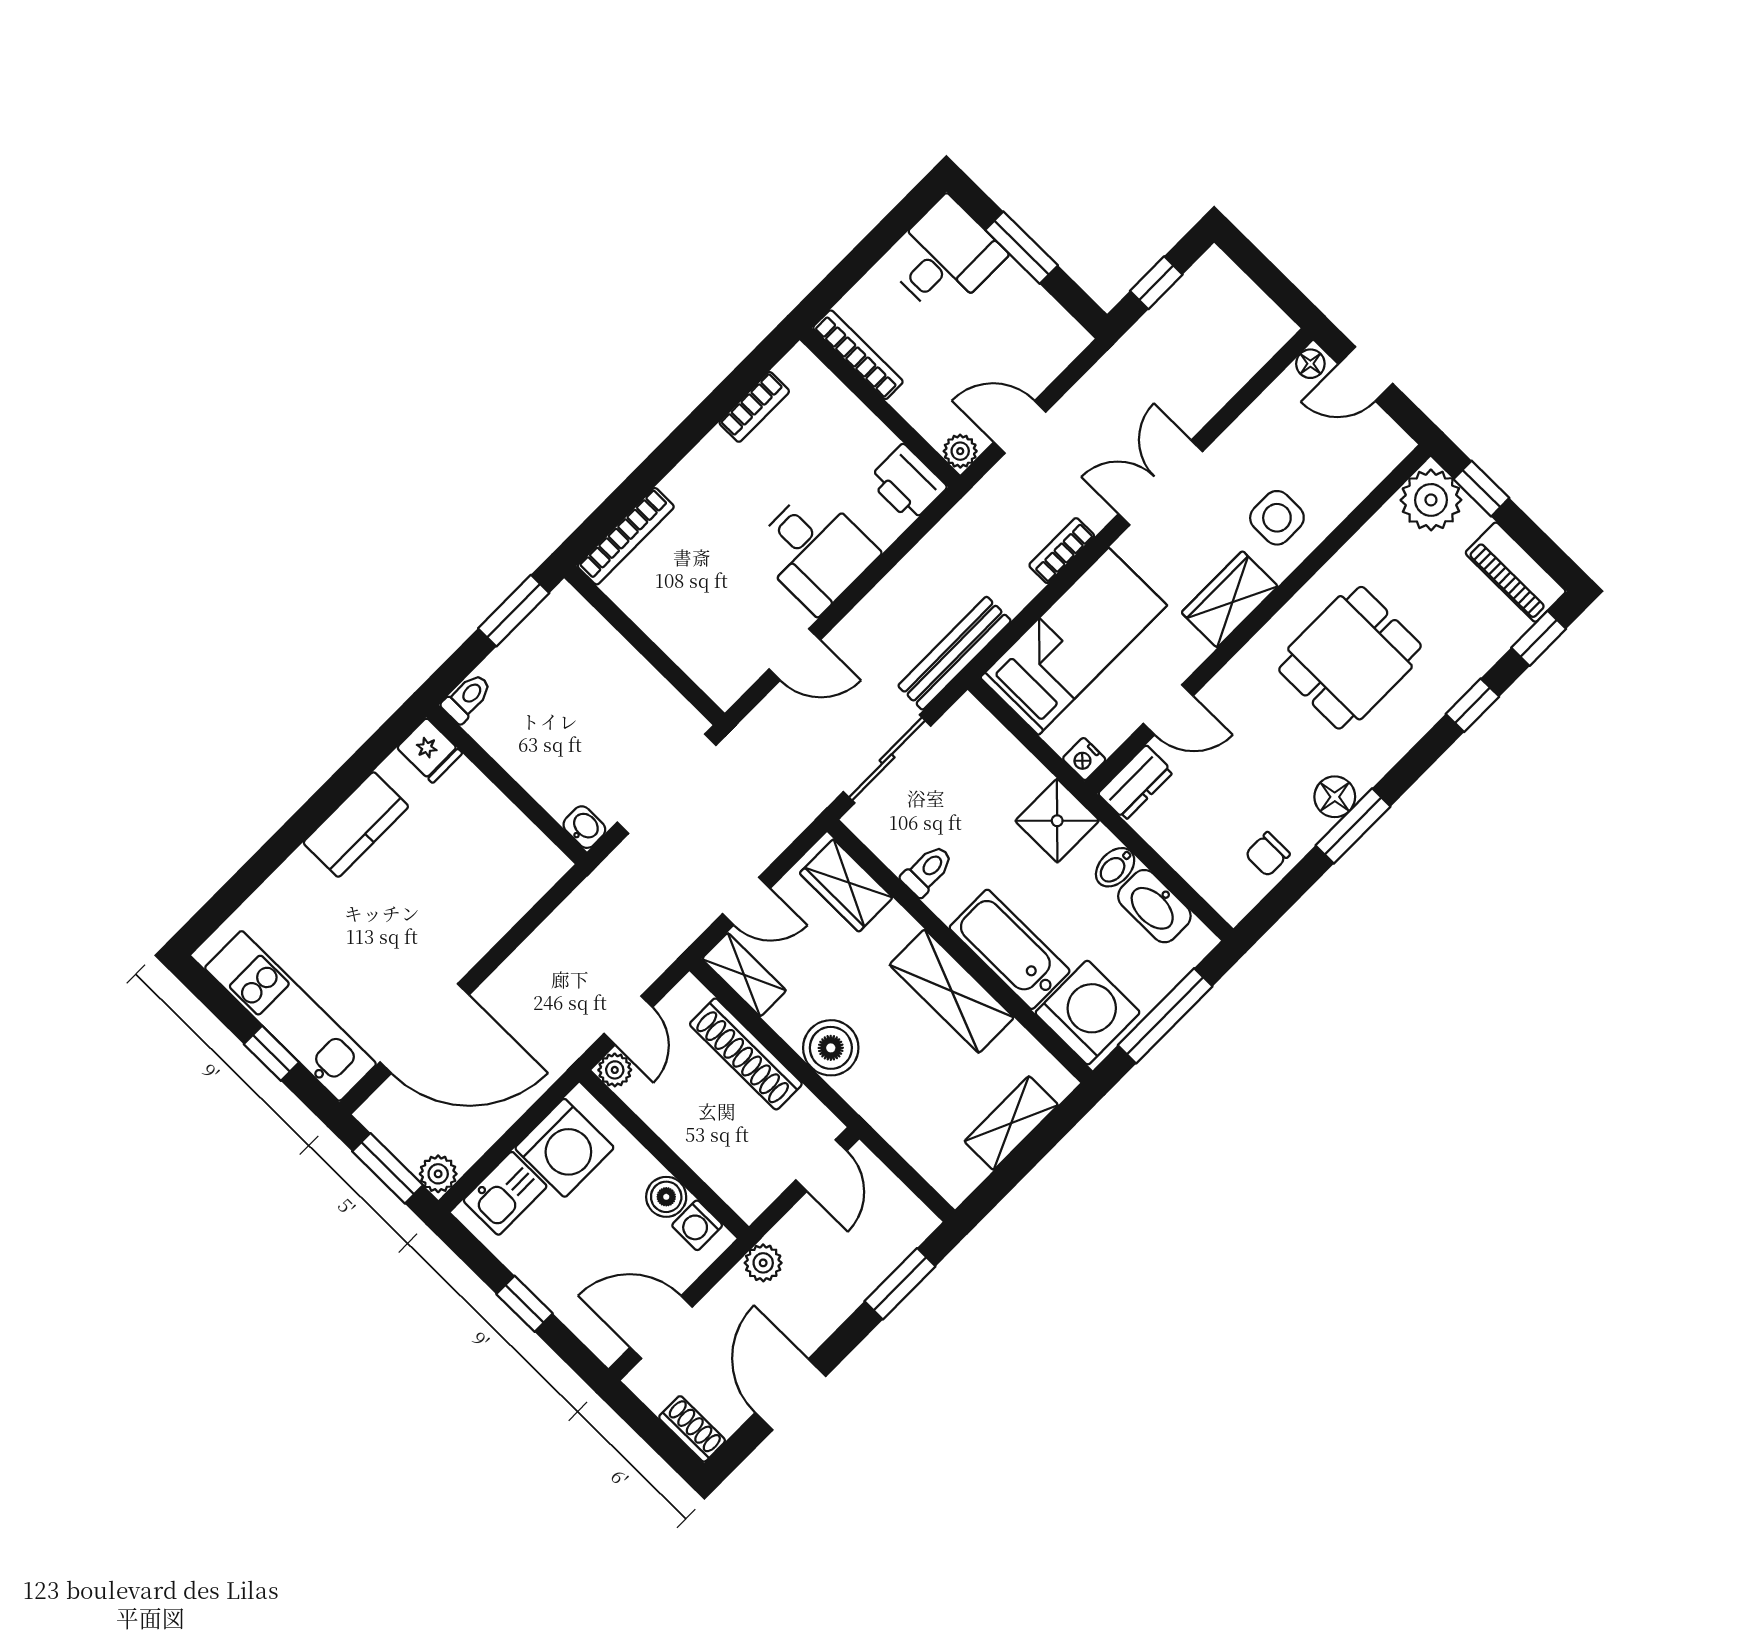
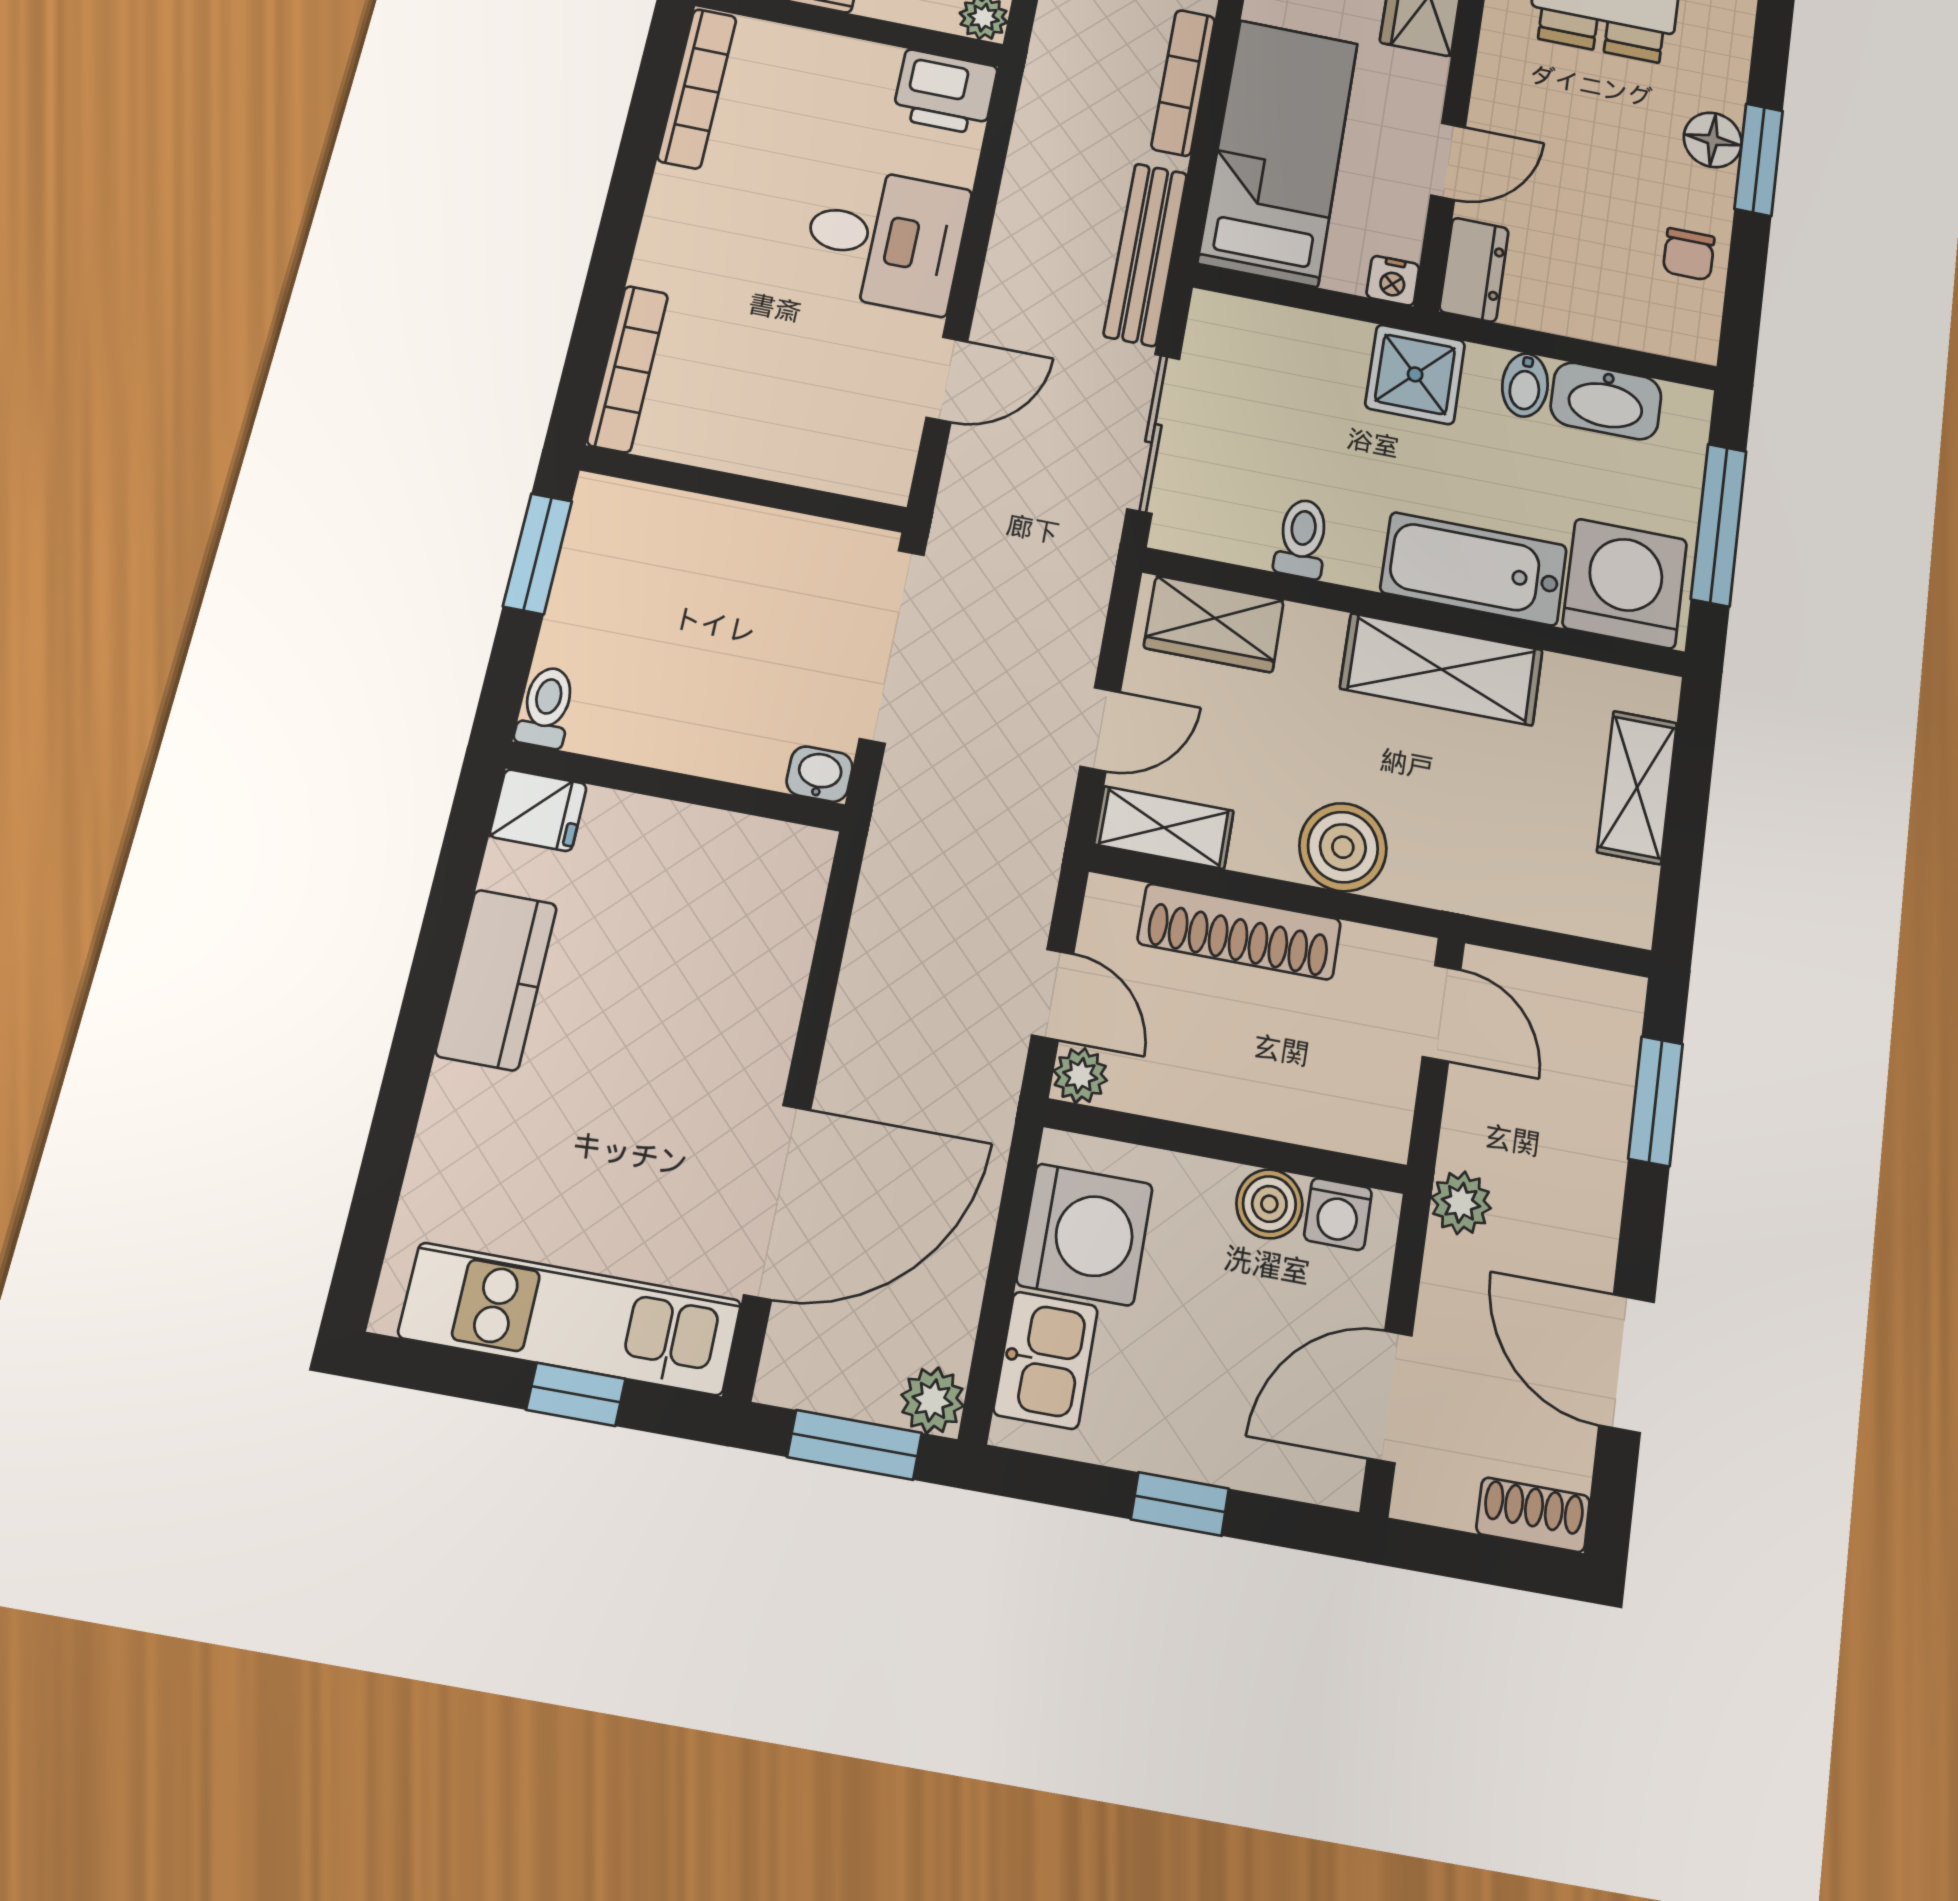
bookcase: (754, 407) -> (697, 88), width x1.56
bookcase: (1062, 551) -> (1183, 83), width x1.56

